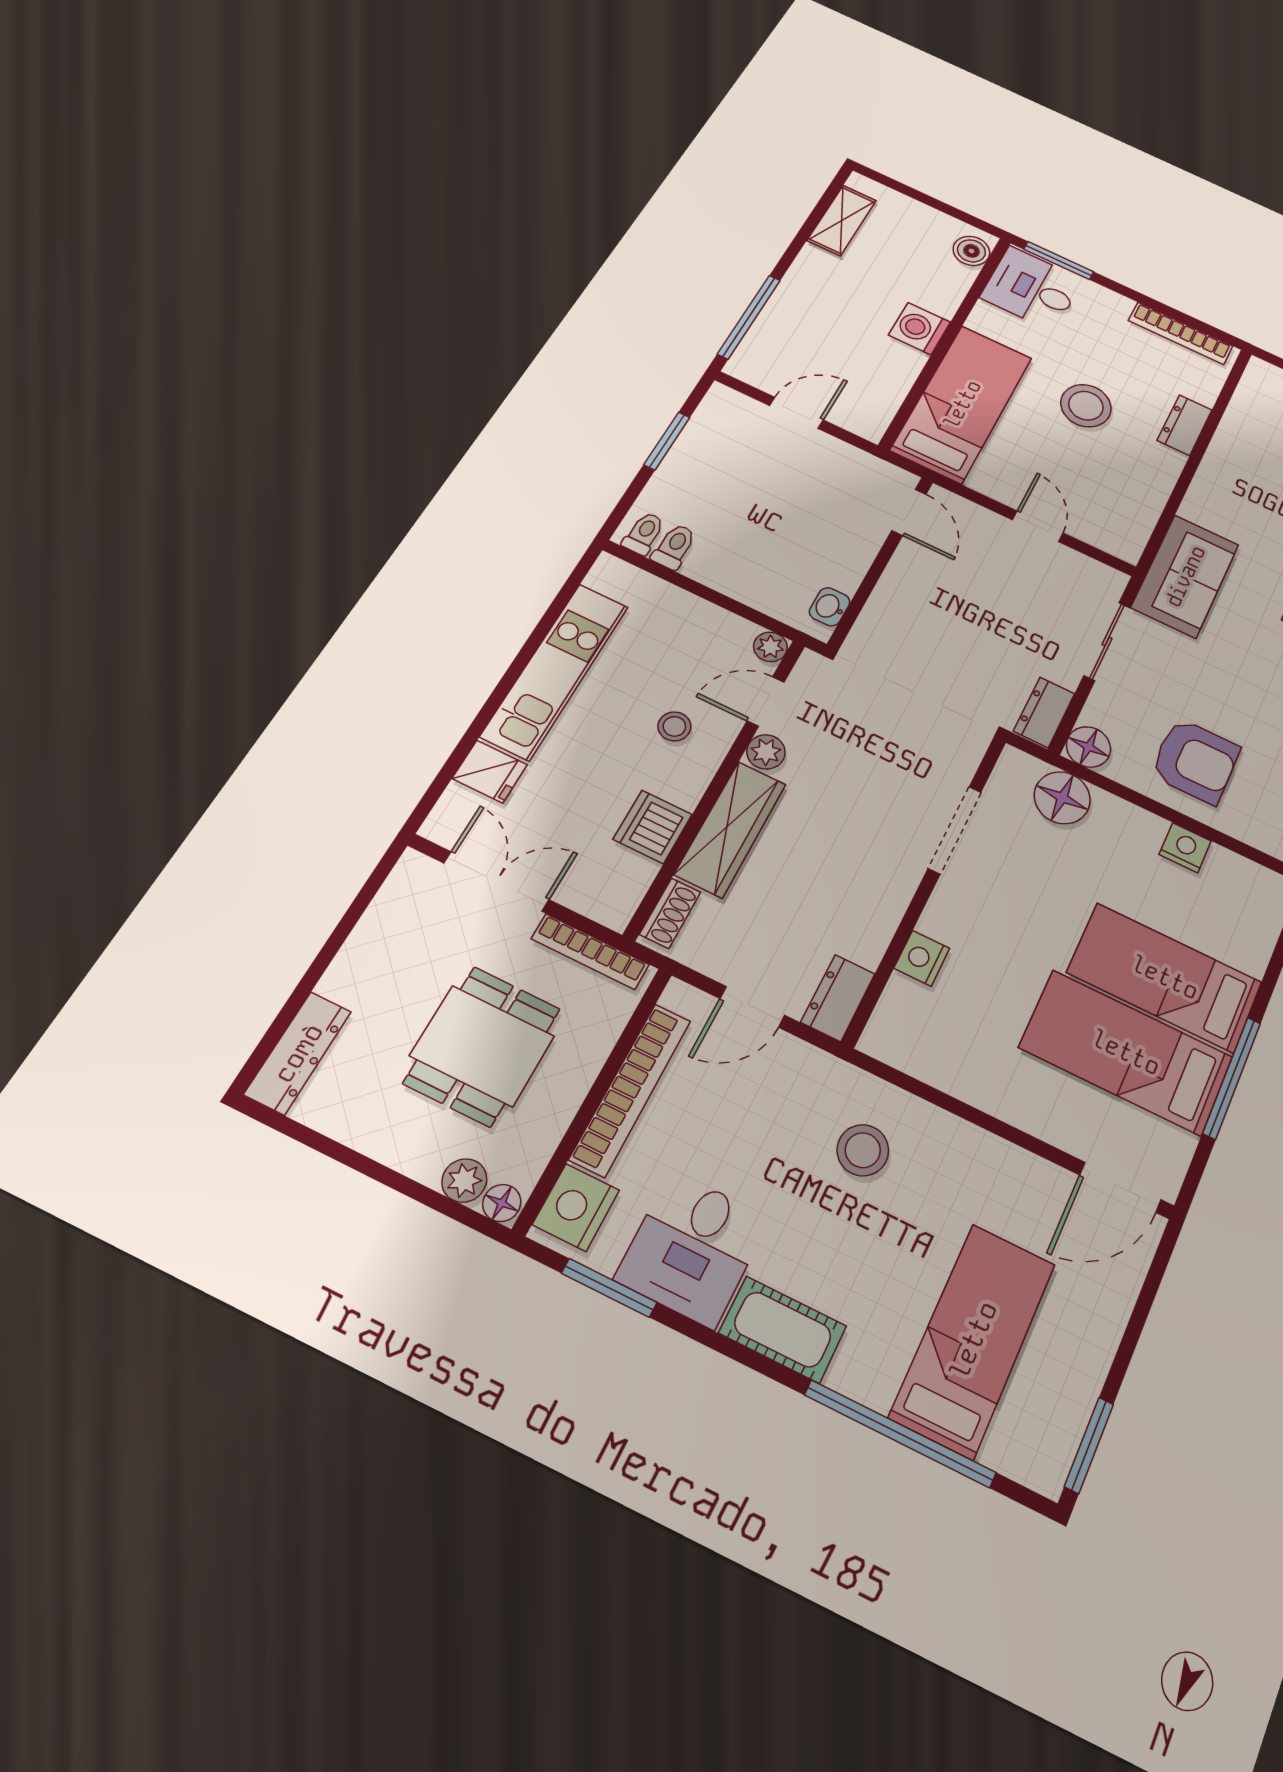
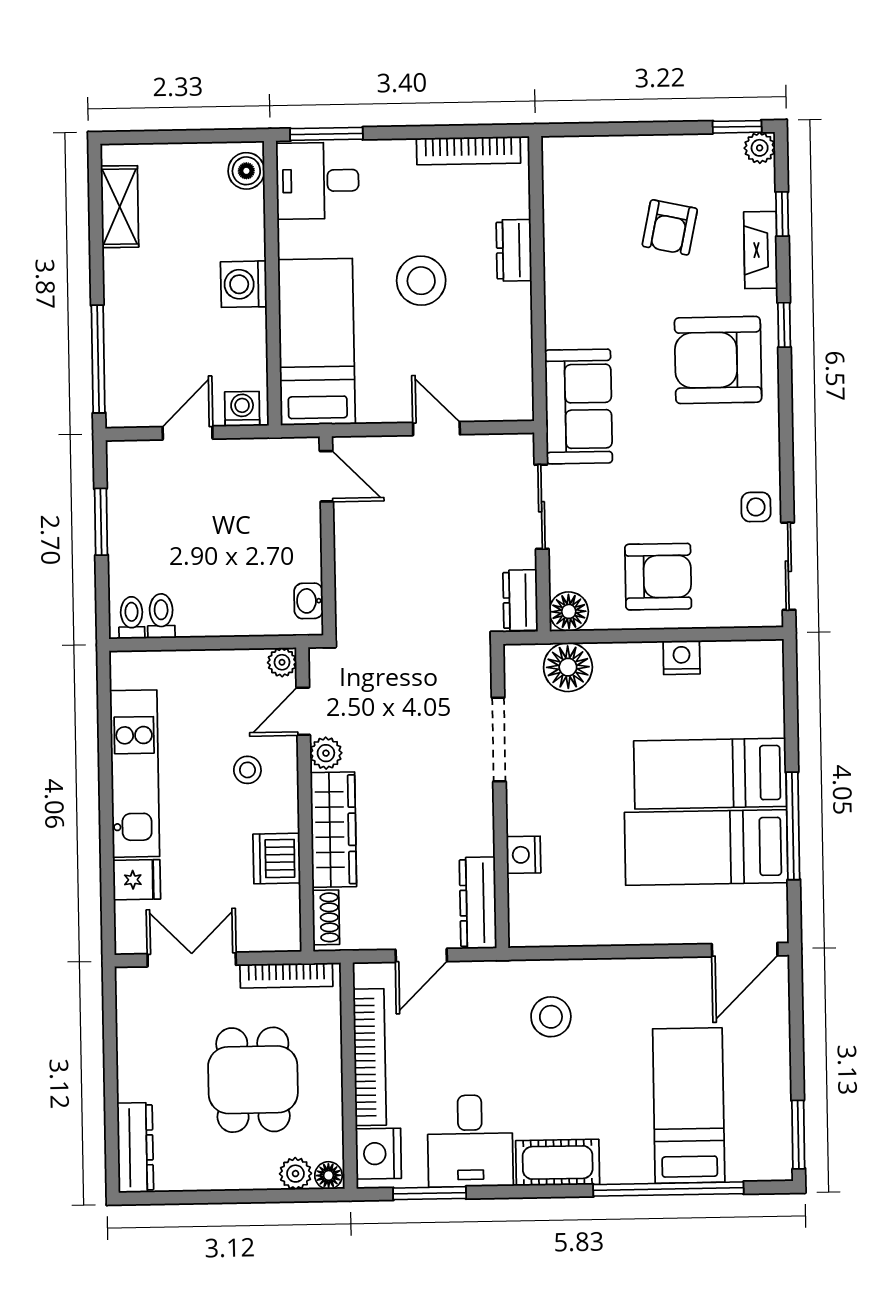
washing machine: (860, 420) -> (242, 409), added
dresser: (838, 998) -> (478, 903), width x1.44

